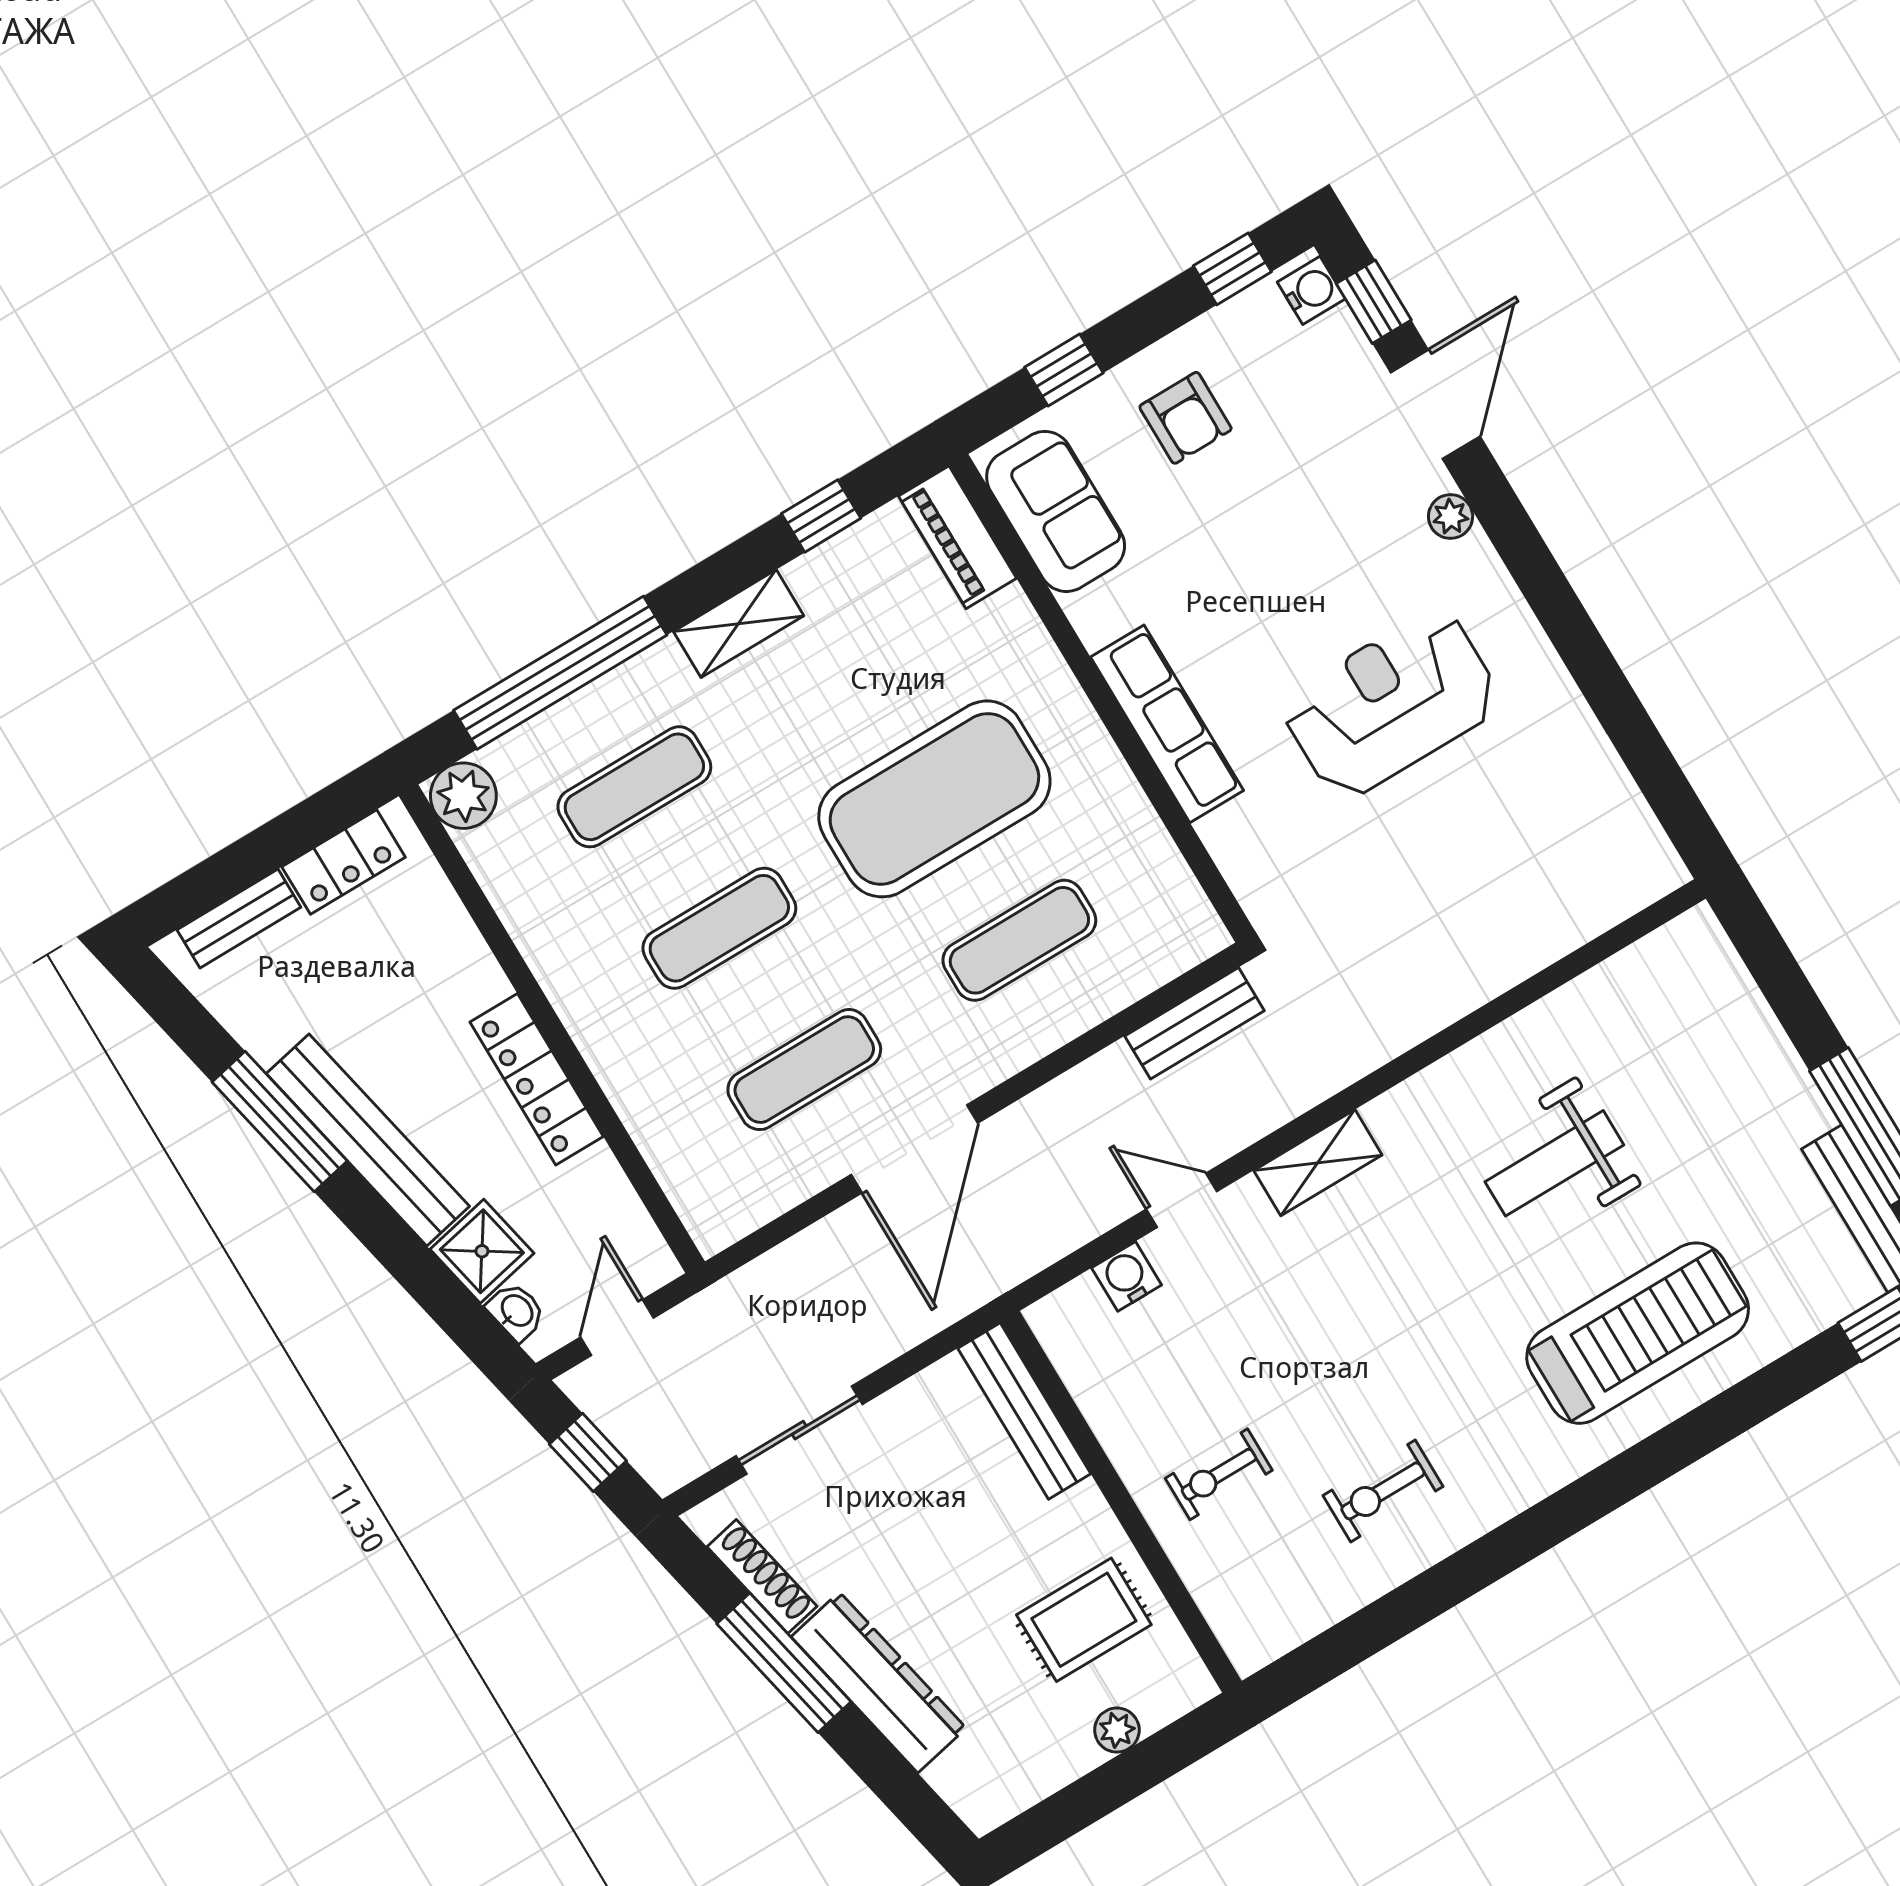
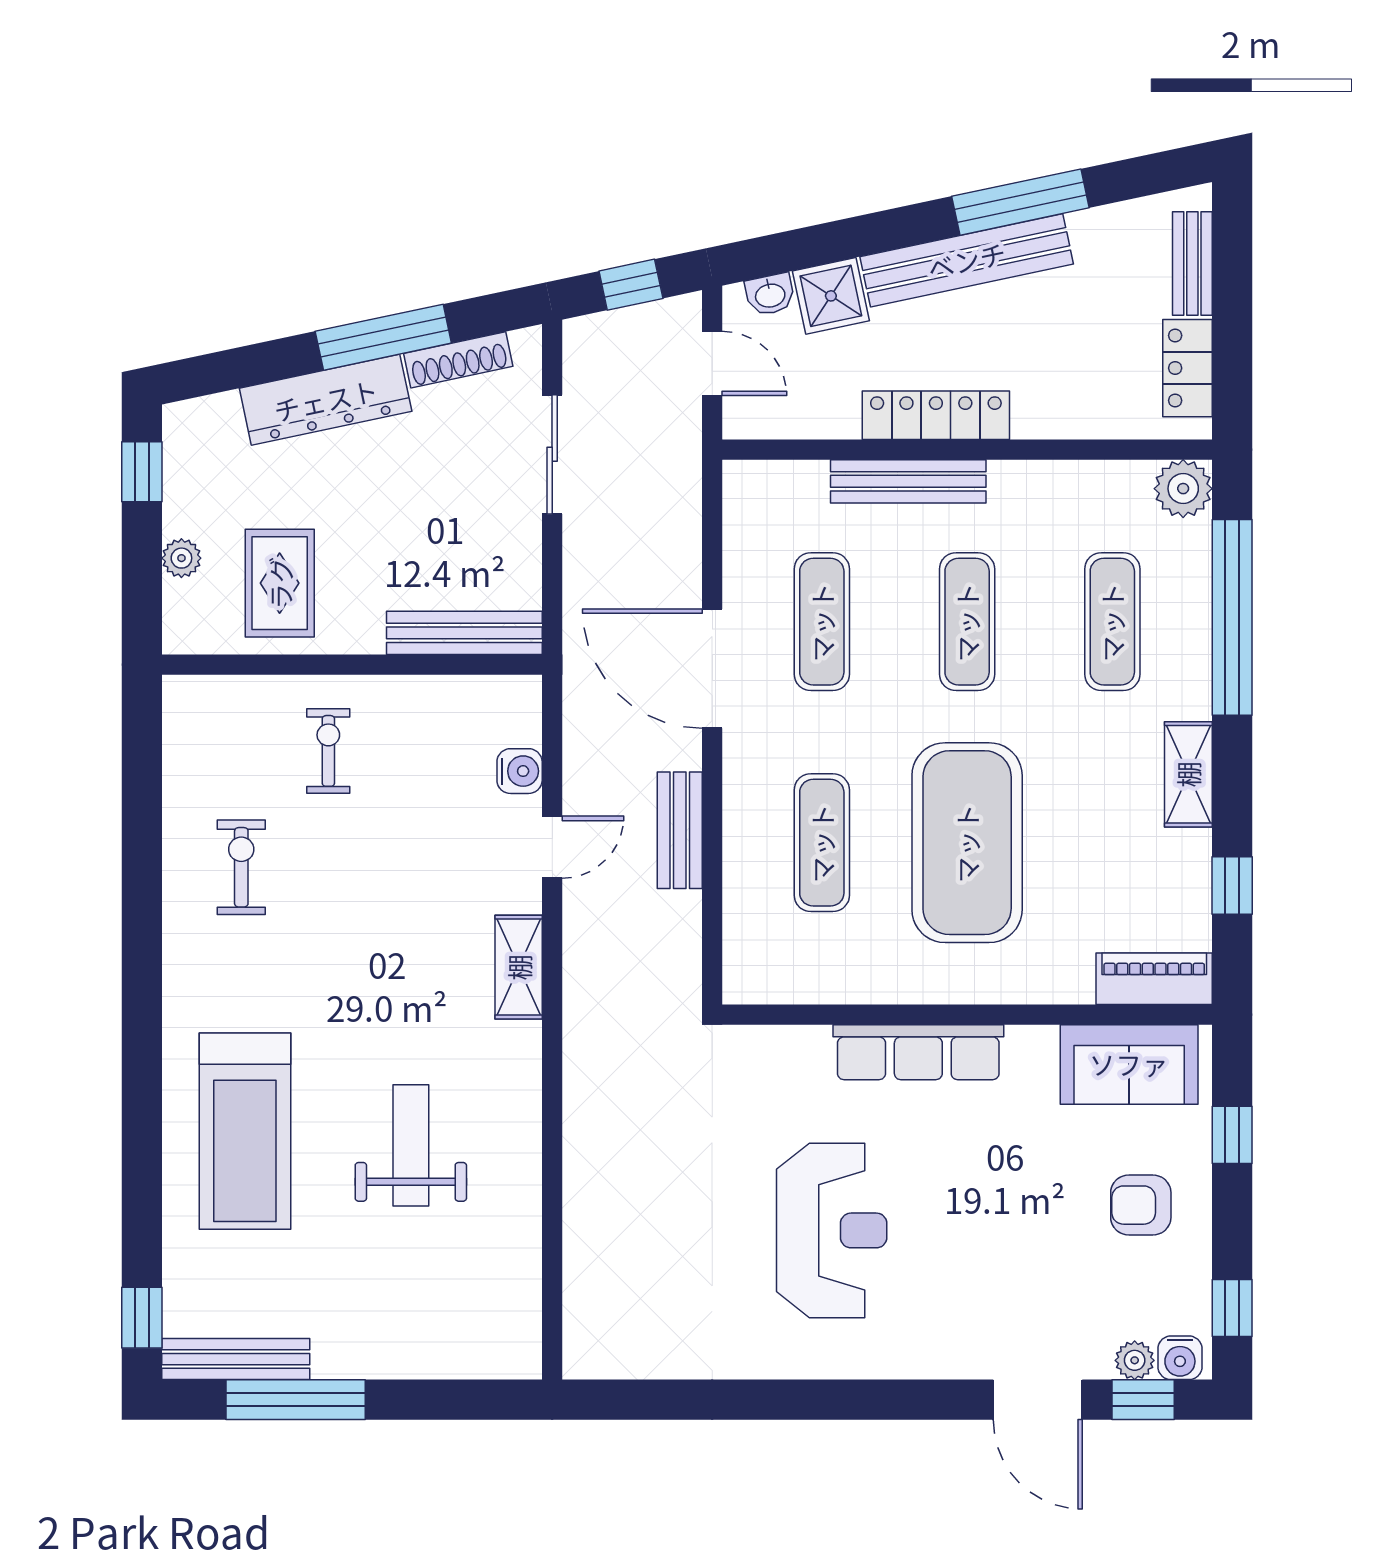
plant: (1451, 516) -> (1135, 1360), moved
bench: (1194, 1023) -> (680, 830), moved
bench: (617, 1068) -> (908, 481), added
window: (1056, 1819) -> (142, 472), added

